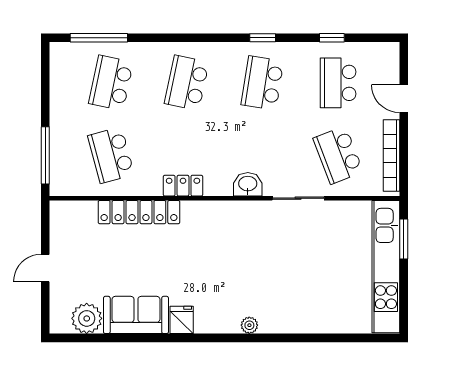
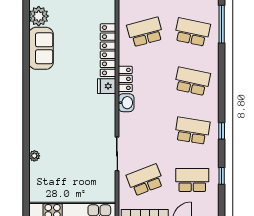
washbasin: (248, 184) -> (126, 103), moved
fridge: (182, 320) -> (107, 86), moved, turned 180
plant: (249, 325) -> (34, 156), moved

